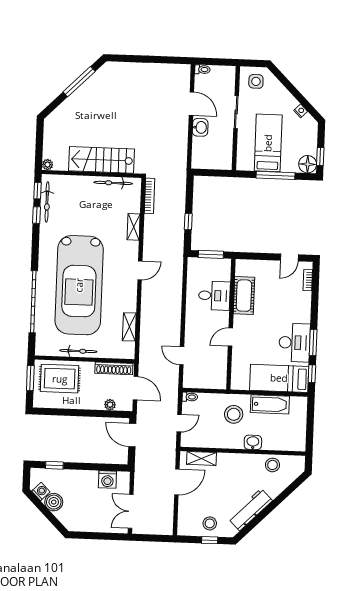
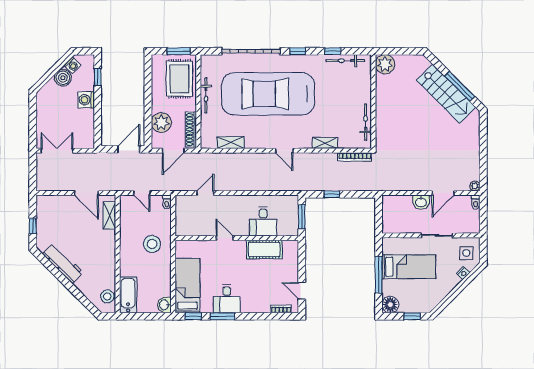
plant: (185, 69) -> (475, 186), added
nightstand: (301, 111) -> (463, 273), moved
window: (320, 156) -> (412, 316), moved
stairs: (101, 160) -> (446, 94), moved, turned 135
plant: (47, 165) -> (385, 64), width x1.87, depth x1.87
window: (37, 191) -> (298, 51), moved
desk: (294, 343) -> (227, 299), width x0.73
bathtub: (270, 404) -> (128, 295), moved, turned 180
plant: (110, 405) -> (161, 123), width x1.87, depth x1.87
washbasin: (253, 442) -> (164, 305), moved, turned 180
stool: (272, 465) -> (107, 296), moved
washing machine: (107, 479) -> (86, 100), moved
stool: (210, 523) -> (48, 225), removed

